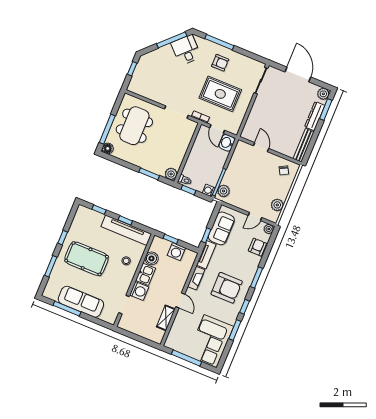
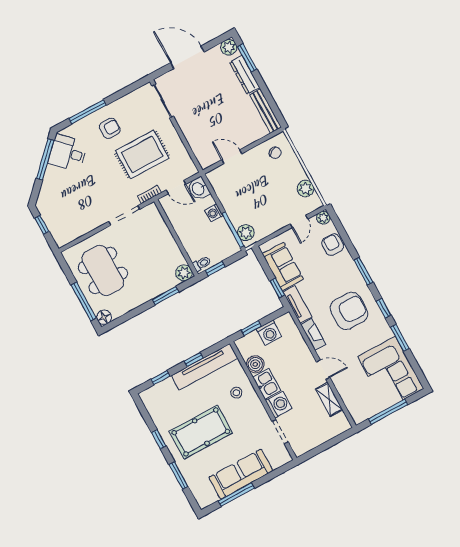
washing machine: (209, 191) -> (214, 213), moved

